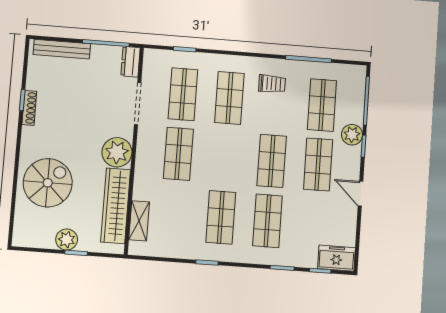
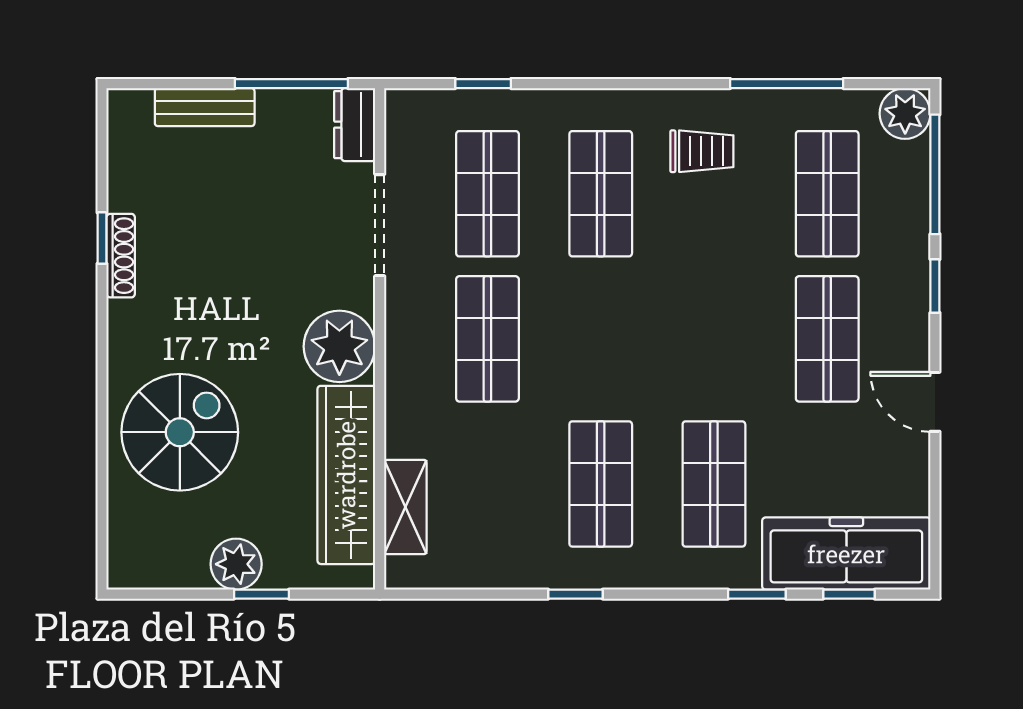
bench: (62, 49) -> (205, 107), width x0.73
plant: (352, 135) -> (905, 114), moved
shop shelf: (272, 161) -> (714, 339), removed
freezer: (336, 258) -> (846, 554), width x1.91, depth x1.26

